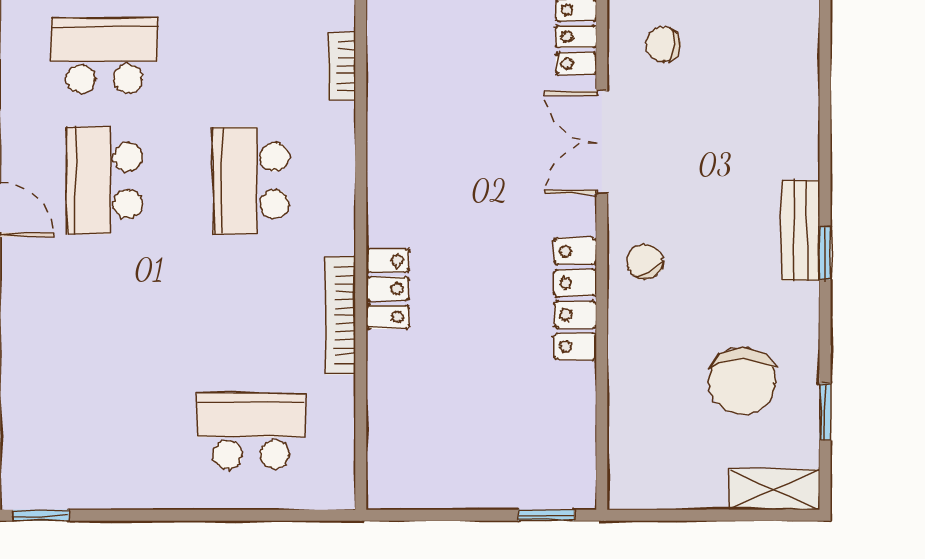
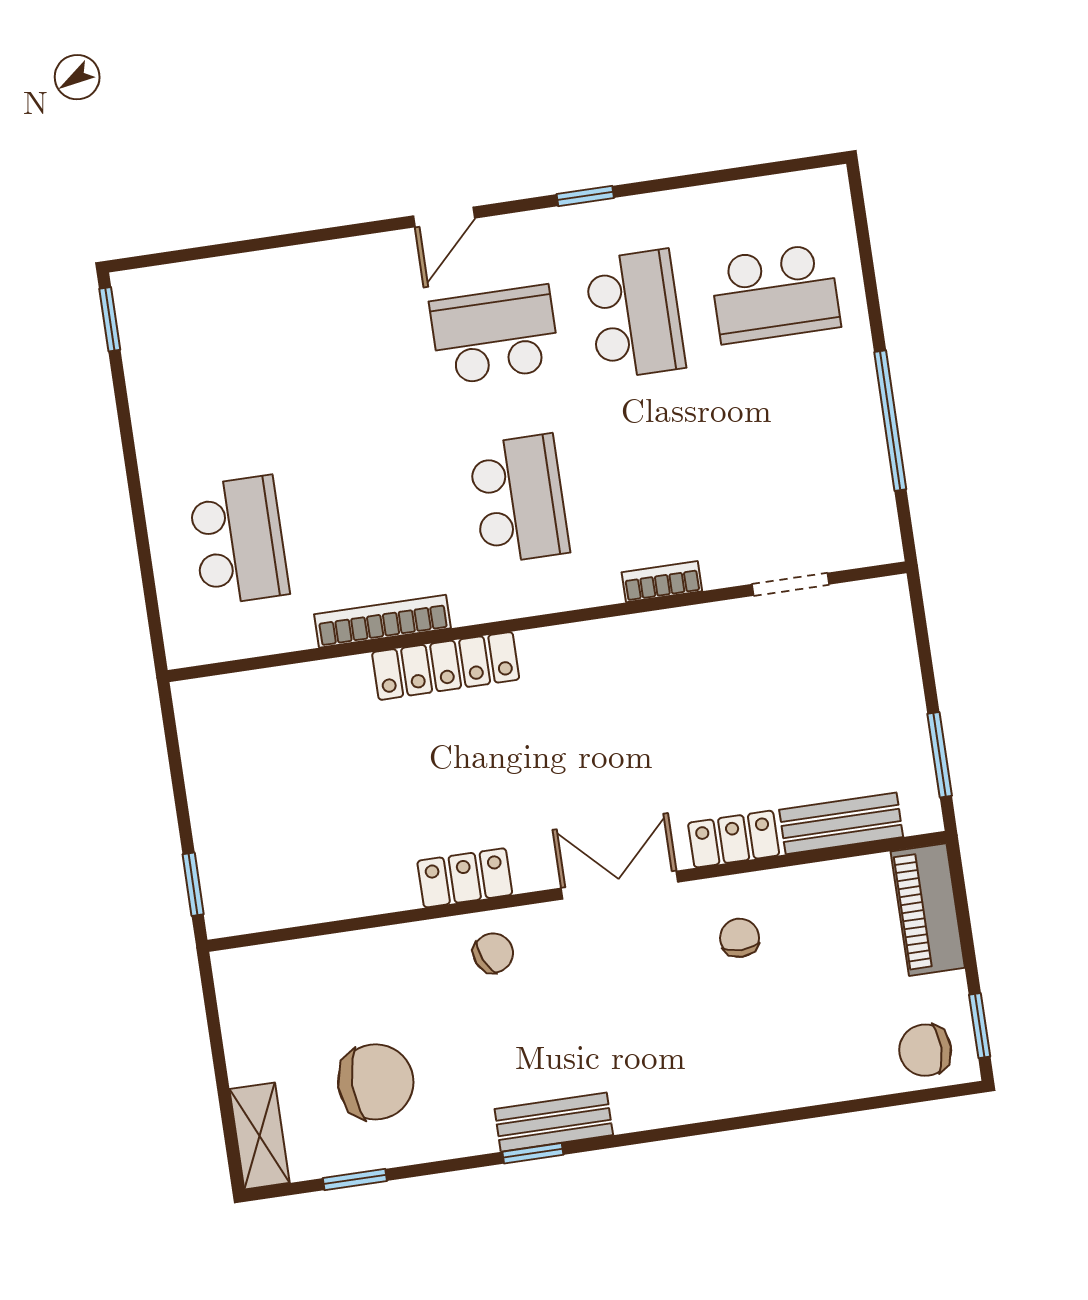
school desk: (251, 180) -> (519, 499), turned 90
locker: (388, 289) -> (446, 666), width x1.53
locker: (575, 299) -> (465, 878), width x0.66
chair: (742, 381) -> (376, 1082), turned 180

